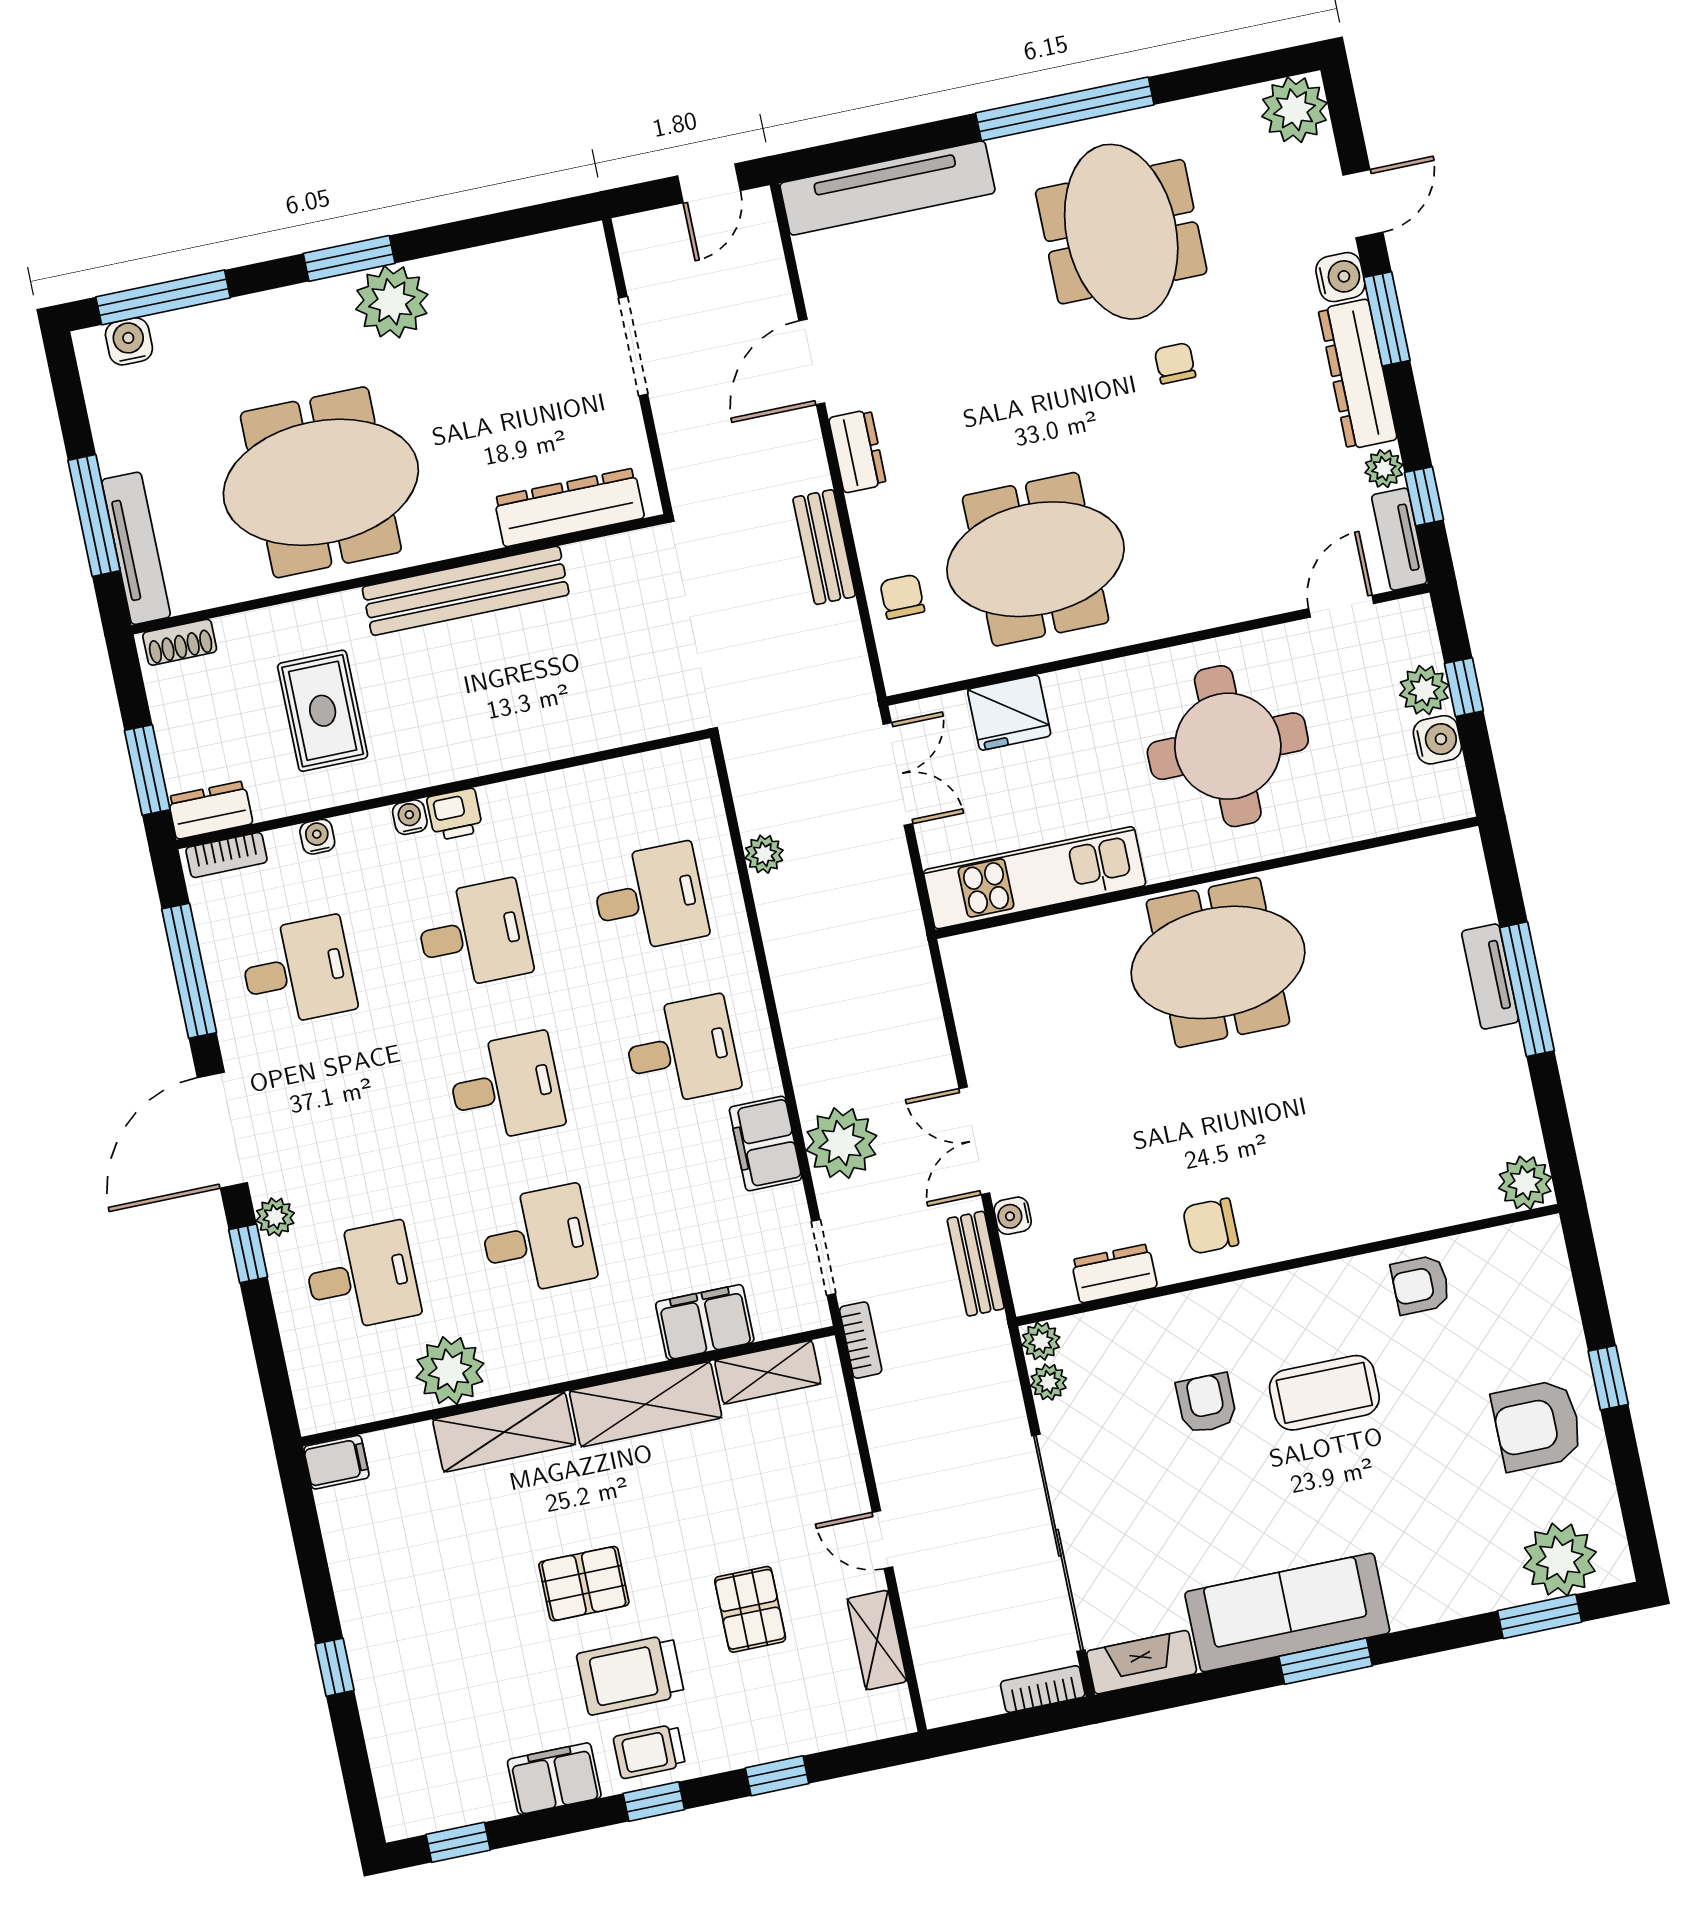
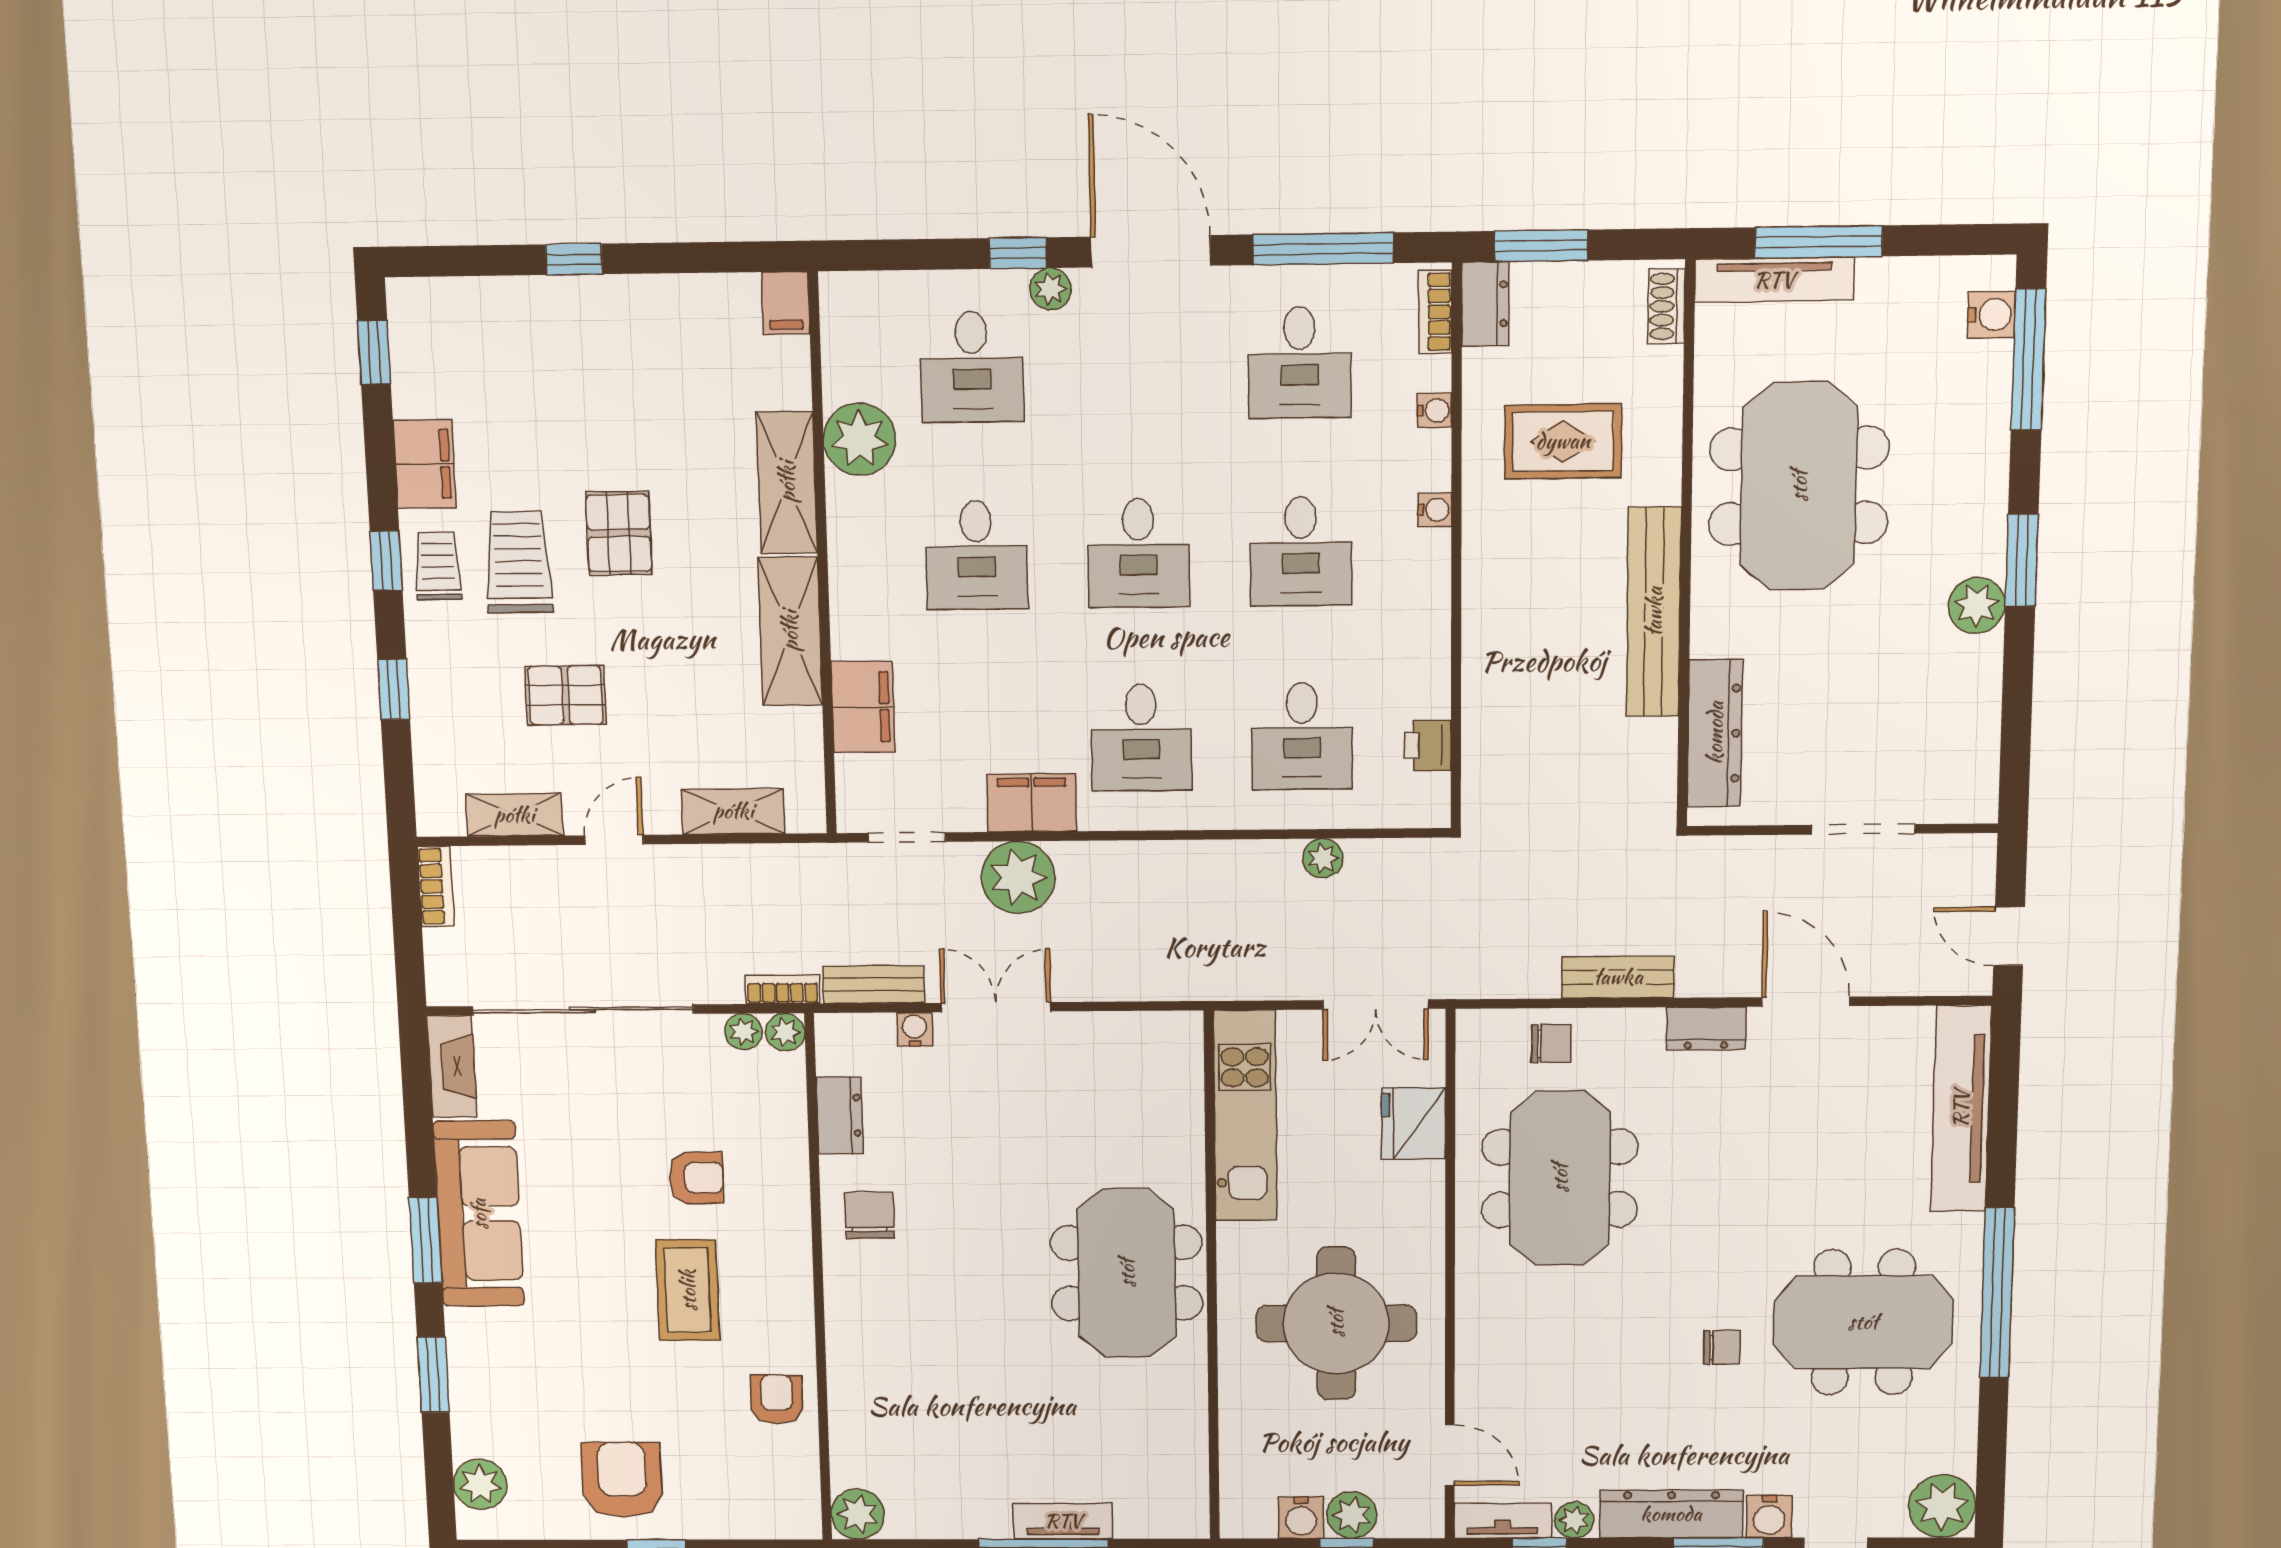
plant: (392, 302) -> (1977, 605), width x0.73, depth x0.73
printer: (455, 814) -> (1428, 745), moved
bookcase: (861, 1340) -> (783, 989), moved, turned 180
shelving: (768, 1372) -> (733, 811), moved, turned 90
plant: (1560, 1560) -> (480, 1484), width x0.73, depth x0.73
window: (1540, 1616) -> (433, 1375), moved
bookcase: (1043, 1689) -> (436, 886), moved

